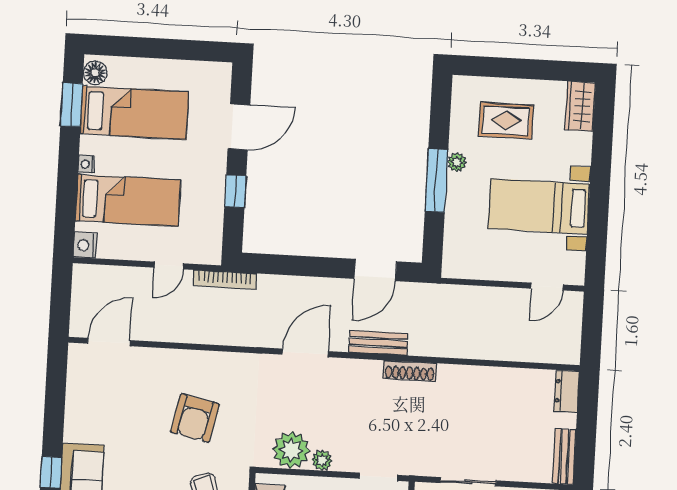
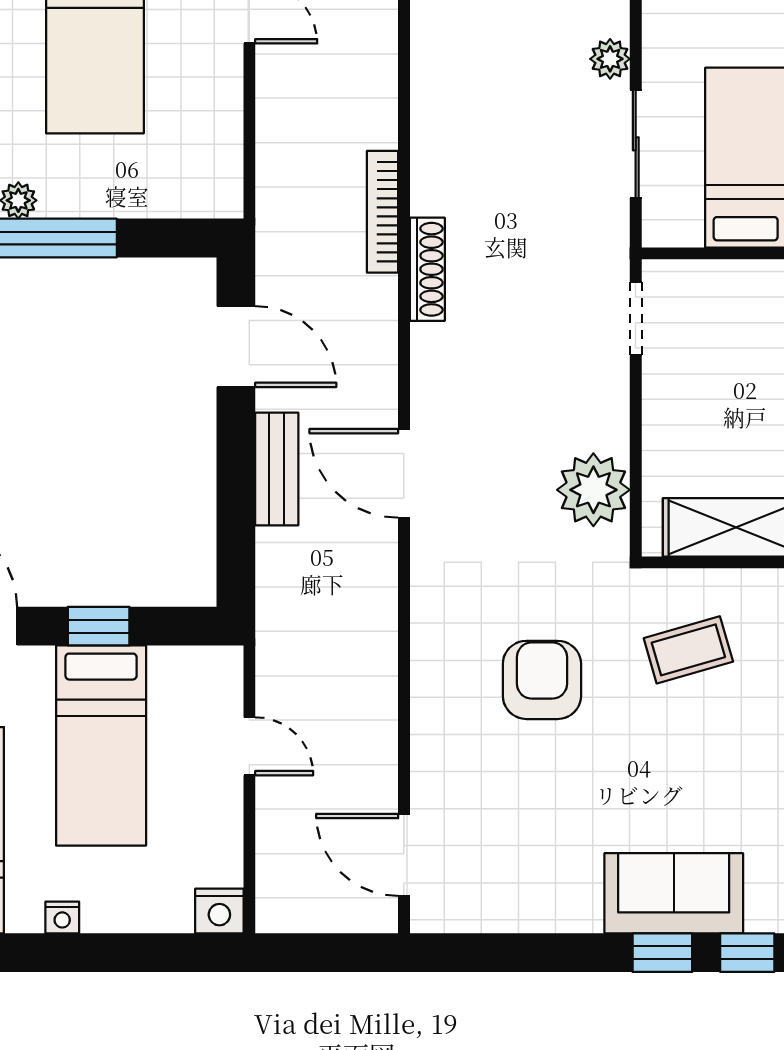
bed: (128, 200) -> (101, 746), moved, turned 180
bookcase: (225, 280) -> (383, 212), moved, turned 180
bench: (378, 343) -> (277, 469), moved
armchair: (195, 418) -> (542, 680), turned -102
plant: (322, 460) -> (610, 59), moved

